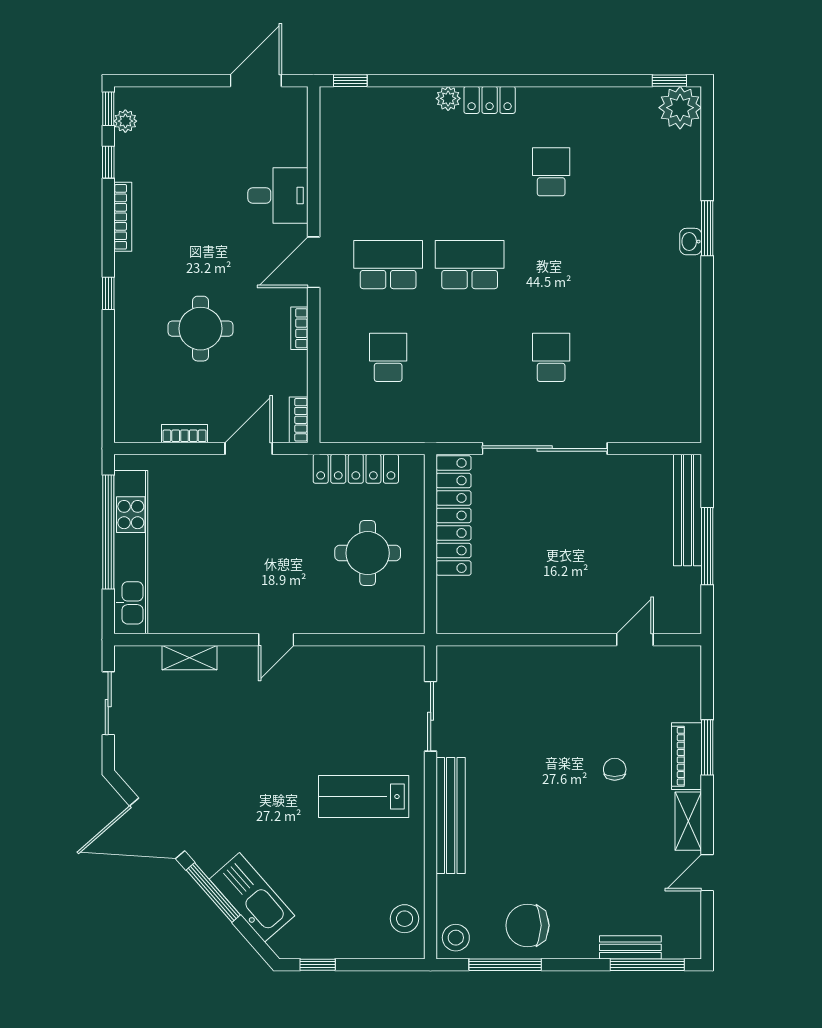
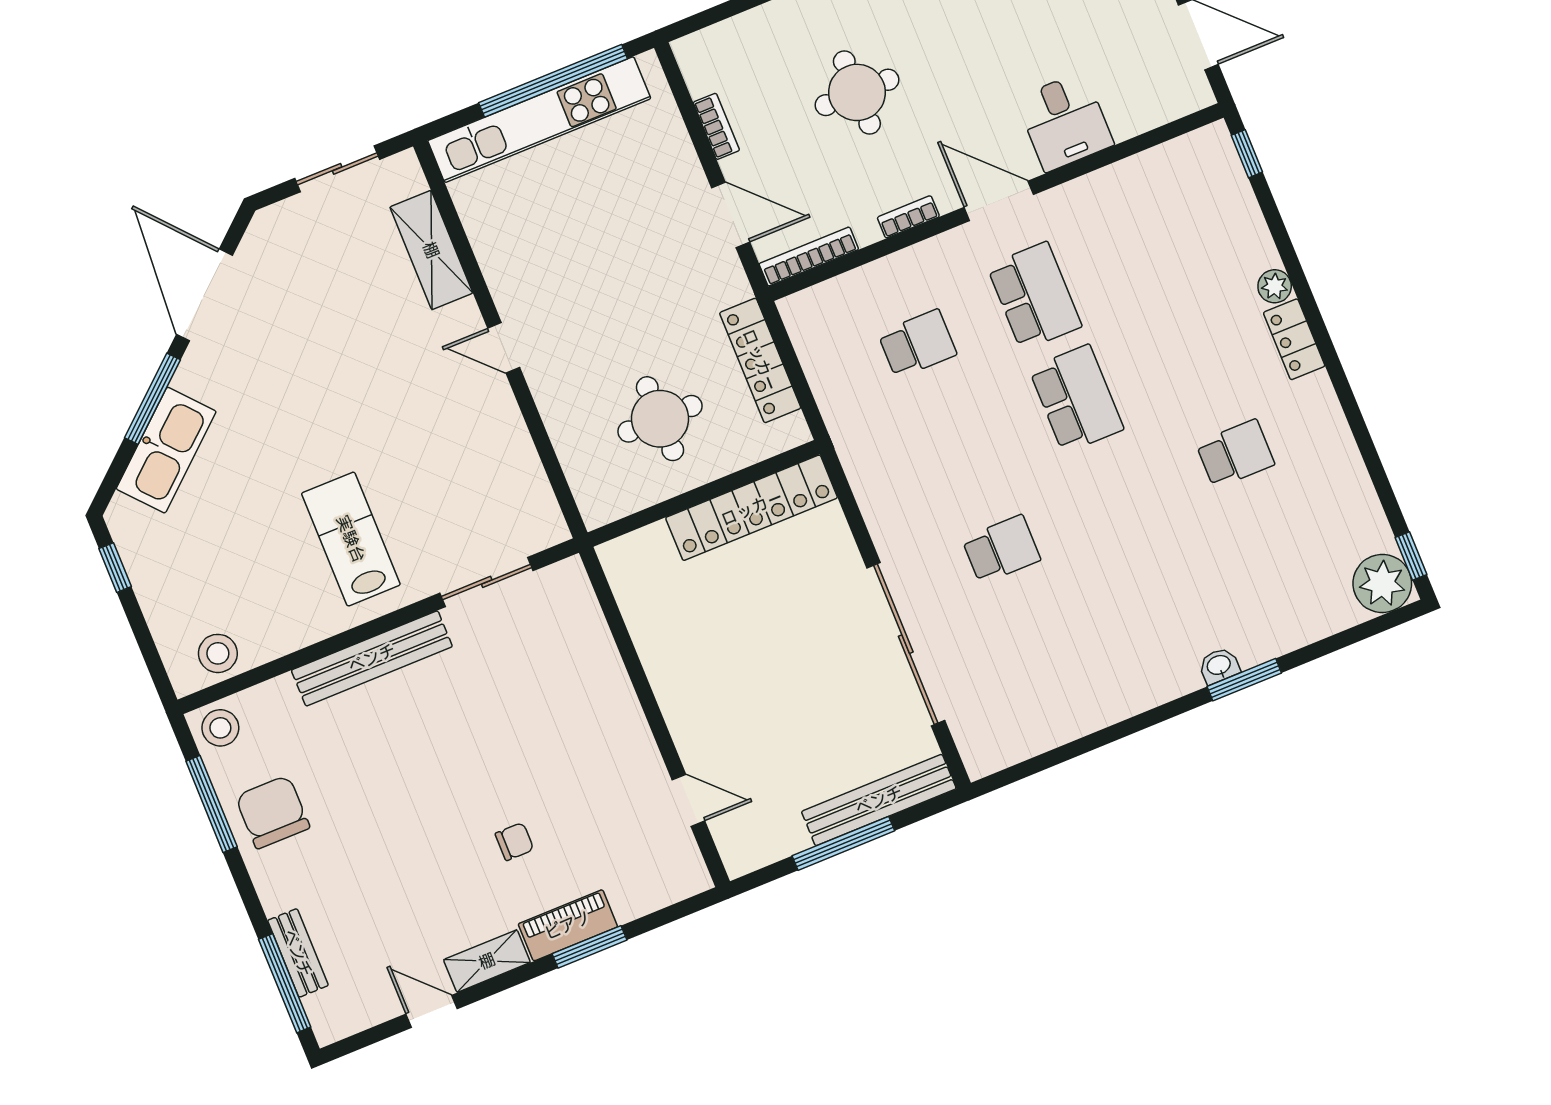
bookcase: (299, 420) -> (809, 257), width x1.56
sliding door: (545, 448) -> (906, 644), moved
shelving: (190, 658) -> (431, 250), width x1.50, depth x1.33

